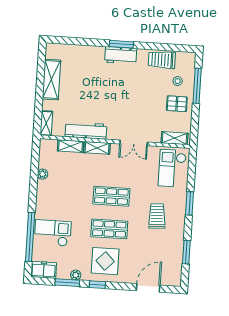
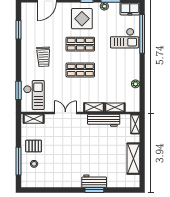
window: (121, 44) -> (94, 190), moved
workbench: (121, 55) -> (94, 181), moved
trolley: (162, 60) -> (48, 180), removed
window: (190, 203) -> (18, 90), moved

